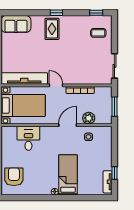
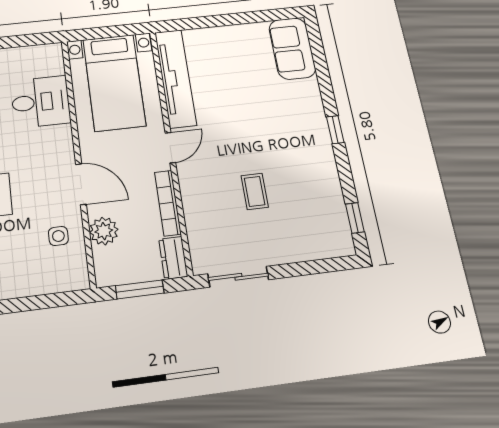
rug: (52, 29) -> (297, 124), removed
coffee table: (98, 33) -> (255, 191), moved
dresser: (103, 91) -> (173, 258), added

